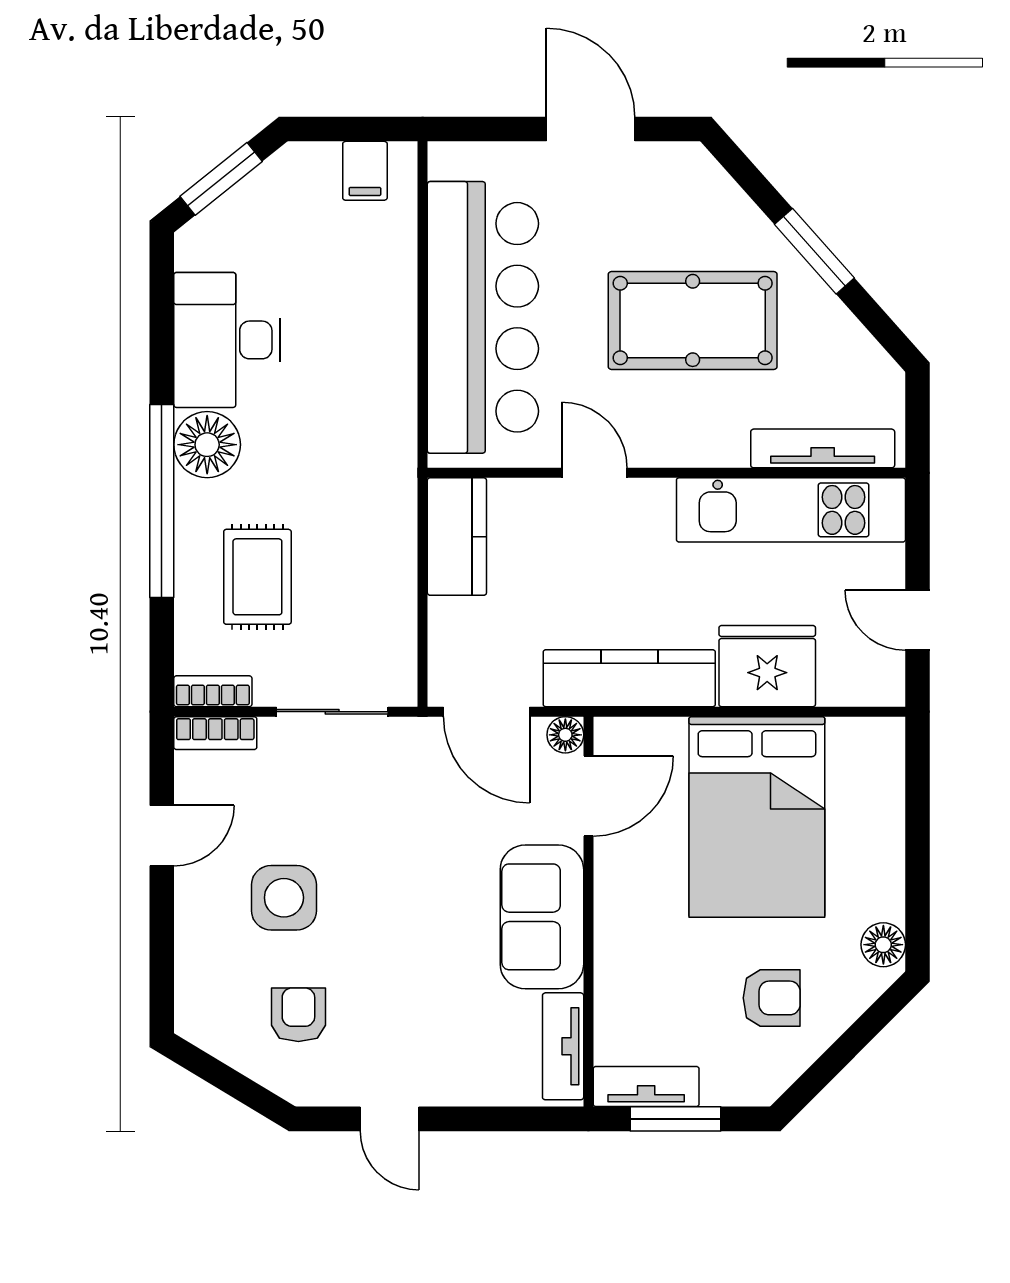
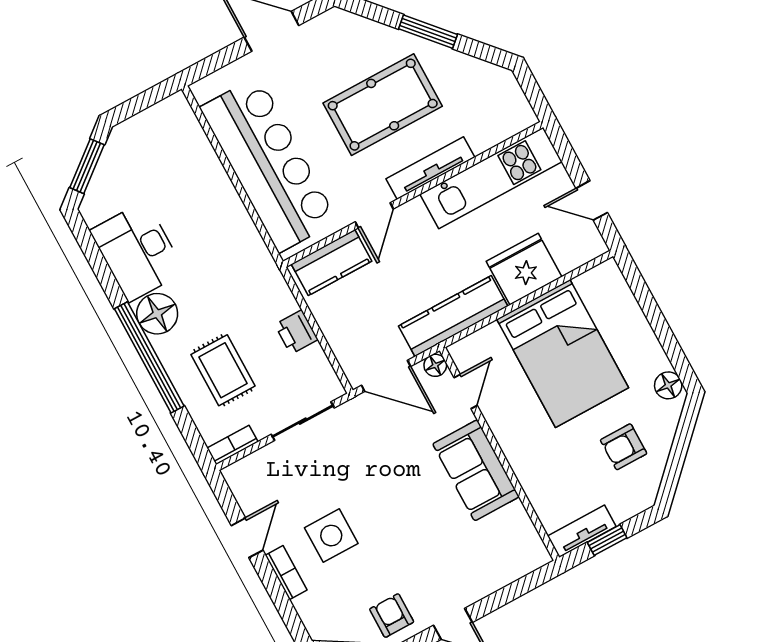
filing cabinet: (365, 171) -> (162, 120), removed
tv unit: (823, 448) -> (430, 168), moved
door: (594, 473) -> (374, 215), swing flipped
kitchen counter: (457, 537) -> (332, 263), moved, turned 90
printer: (392, 579) -> (296, 332), added
bookcase: (215, 733) -> (286, 573), moved, turned -90
door: (588, 796) -> (466, 392), width x0.73
armchair: (772, 998) -> (624, 447), turned 180
armchair: (298, 1015) -> (392, 616), moved
tv unit: (563, 1046) -> (525, 534), removed
window: (676, 1119) -> (607, 540), width x0.67

